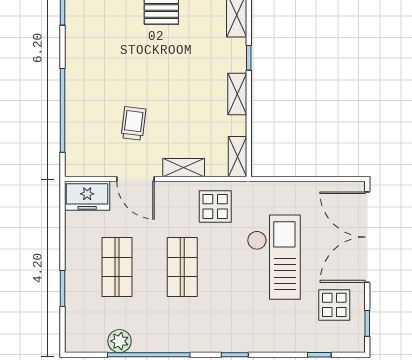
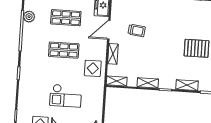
checkout: (274, 257) -> (66, 96), width x0.73, depth x0.83

